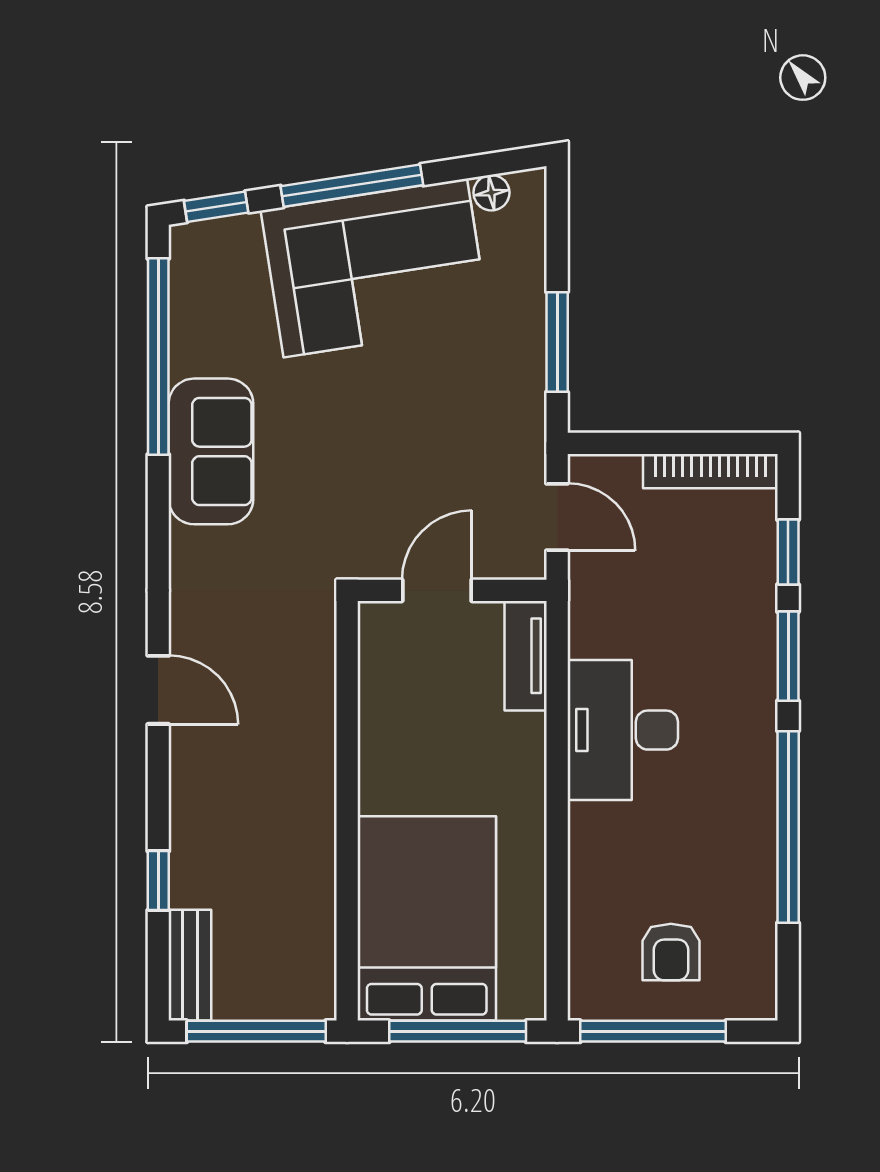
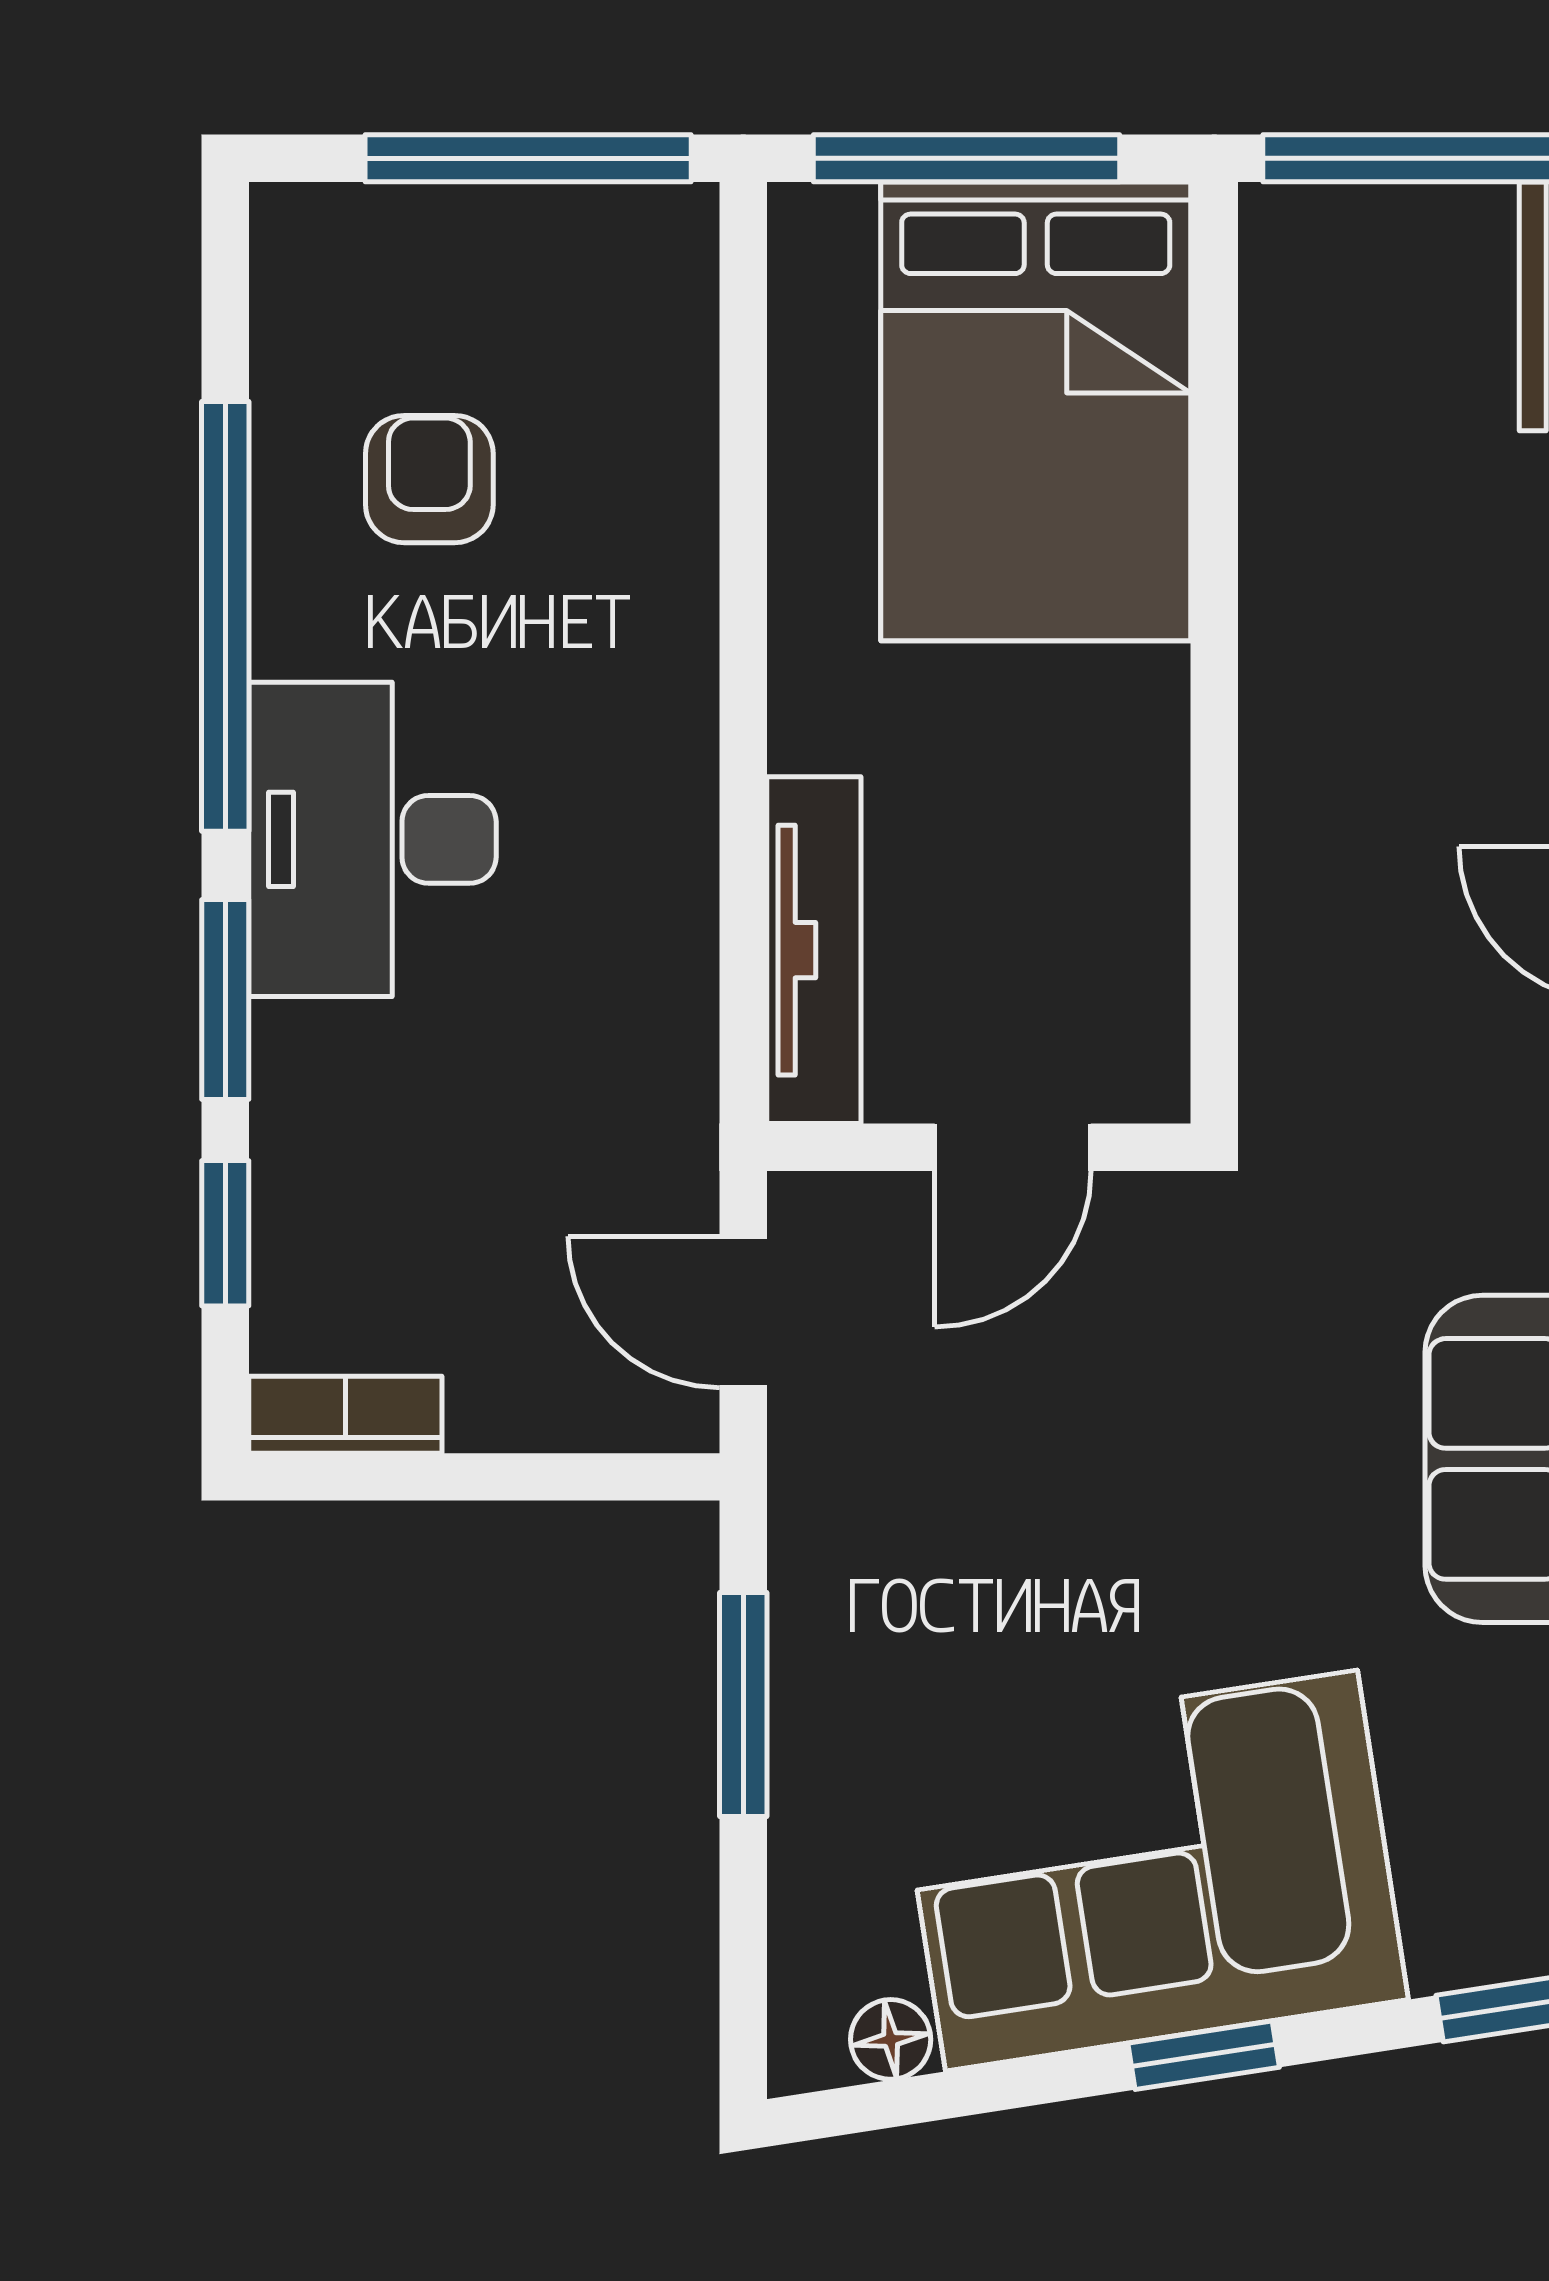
window: (352, 186) -> (1204, 2055), width x0.46
bookcase: (710, 471) -> (345, 1415), width x0.64
tv unit: (526, 656) -> (814, 950), width x1.41
desk: (623, 730) -> (372, 839), moved, turned 180
armchair: (671, 952) -> (429, 479), moved

